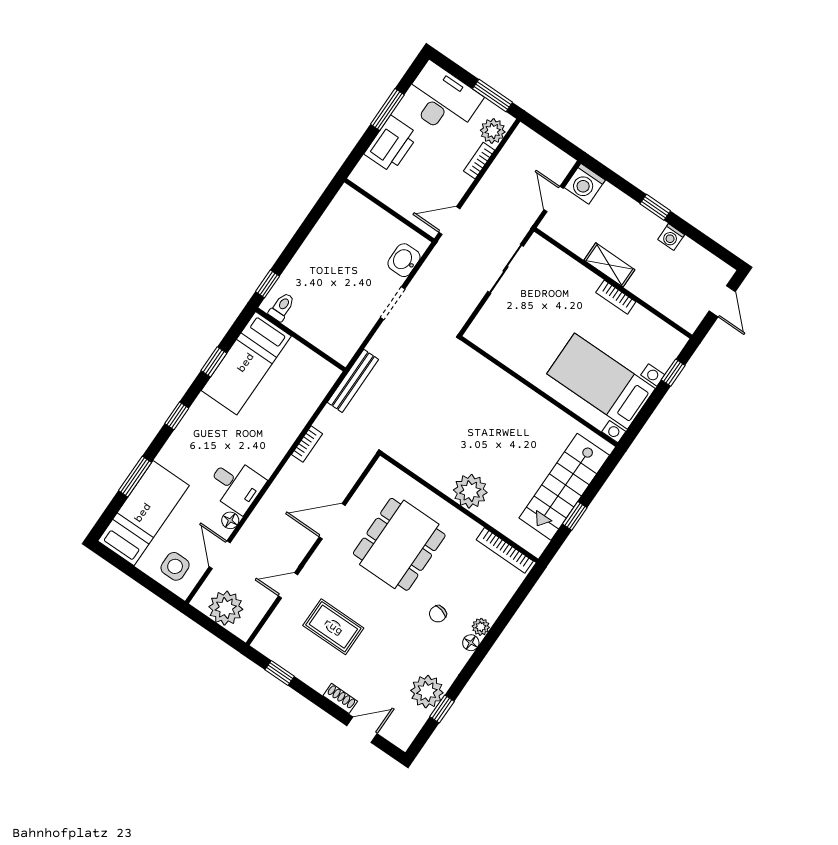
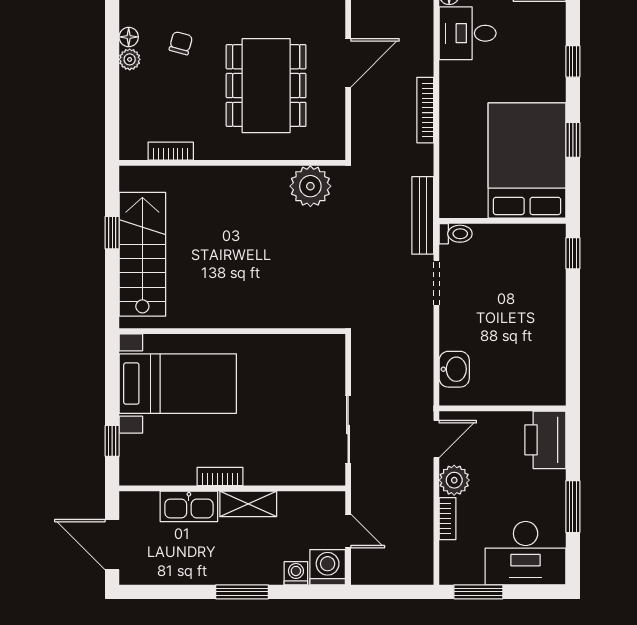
plant: (493, 131) -> (454, 480), moved
printer: (391, 144) -> (545, 440), moved
window: (655, 207) -> (242, 592), width x1.50
washing machine: (671, 237) -> (296, 573), moved
kitchen sink: (651, 291) -> (189, 506), added
door: (722, 301) -> (112, 545), width x1.38
doorway: (393, 303) -> (436, 283), moved
toilet: (282, 307) -> (456, 234), moved, turned -90
bed: (246, 363) -> (527, 160), width x1.50
bookcase: (307, 444) -> (425, 110), width x1.56
plant: (470, 491) -> (310, 186), moved
bookcase: (505, 550) -> (171, 151), width x0.64

